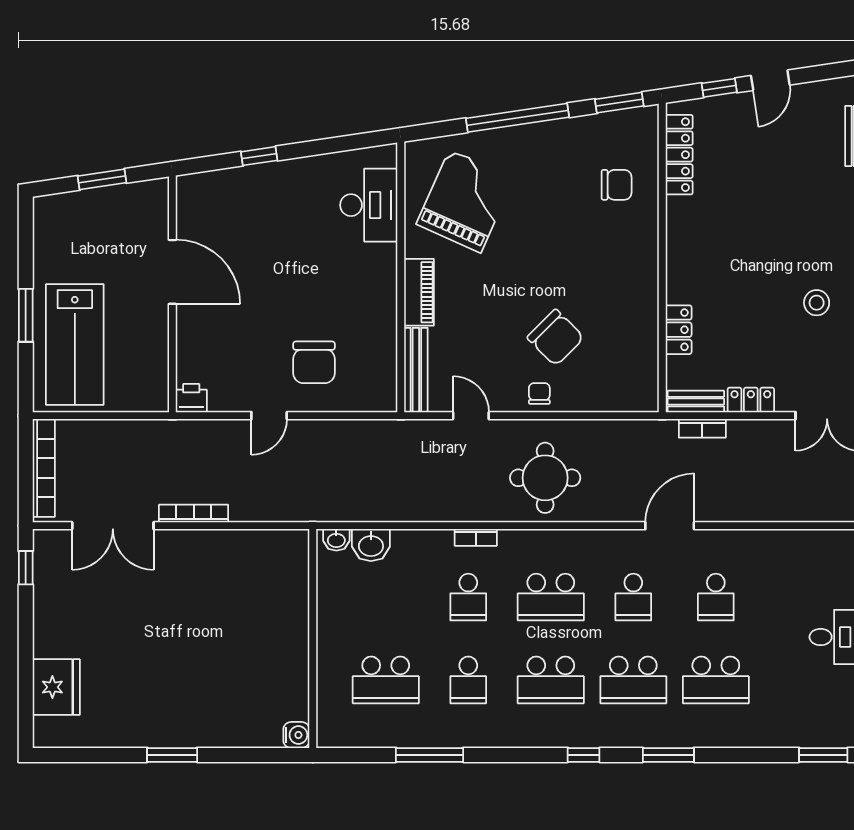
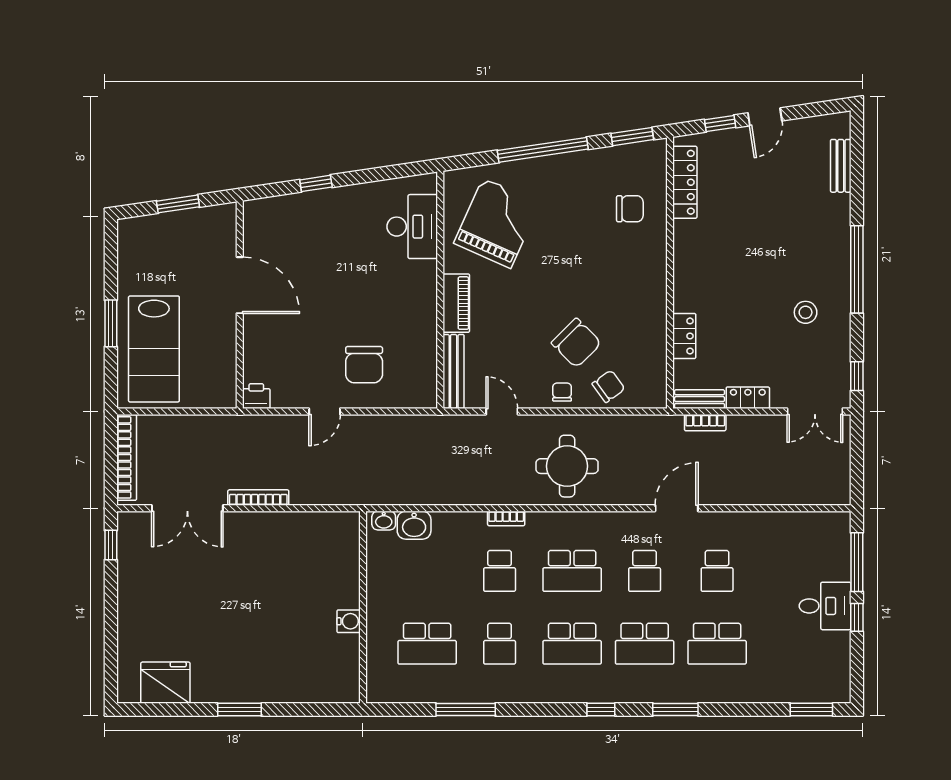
chair: (592, 387) -> (608, 386), added
fridge: (56, 687) -> (165, 683), moved, turned -90
water cooler: (296, 735) -> (349, 621), moved

